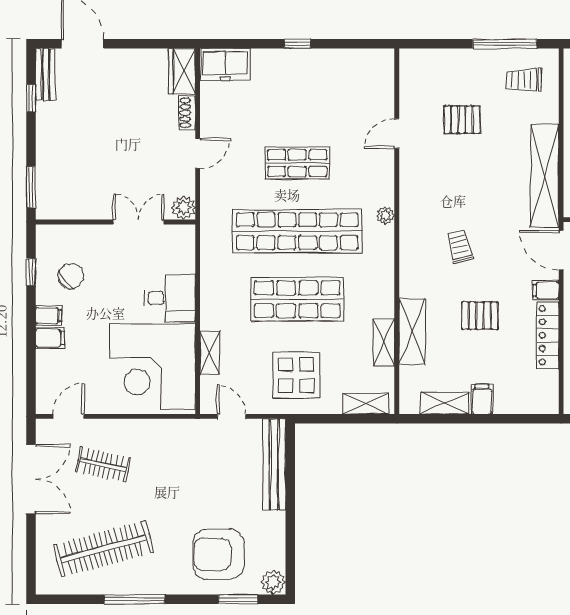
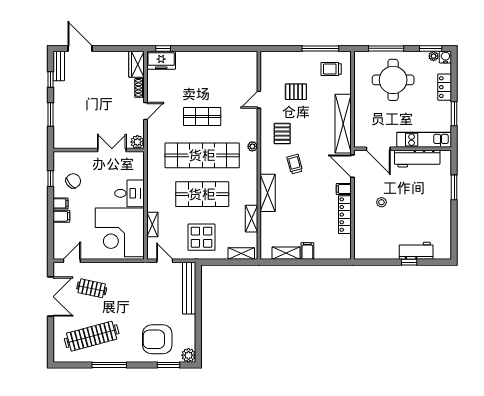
window: (298, 44) -> (163, 48), moved
window: (31, 187) -> (51, 115), moved
pallet: (480, 316) -> (282, 134), moved, turned 90
shelving: (412, 332) -> (268, 193), moved

